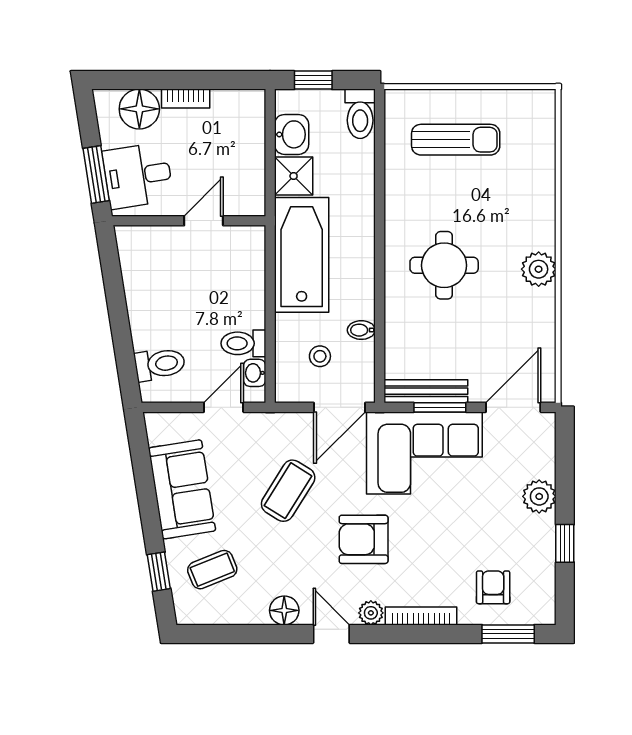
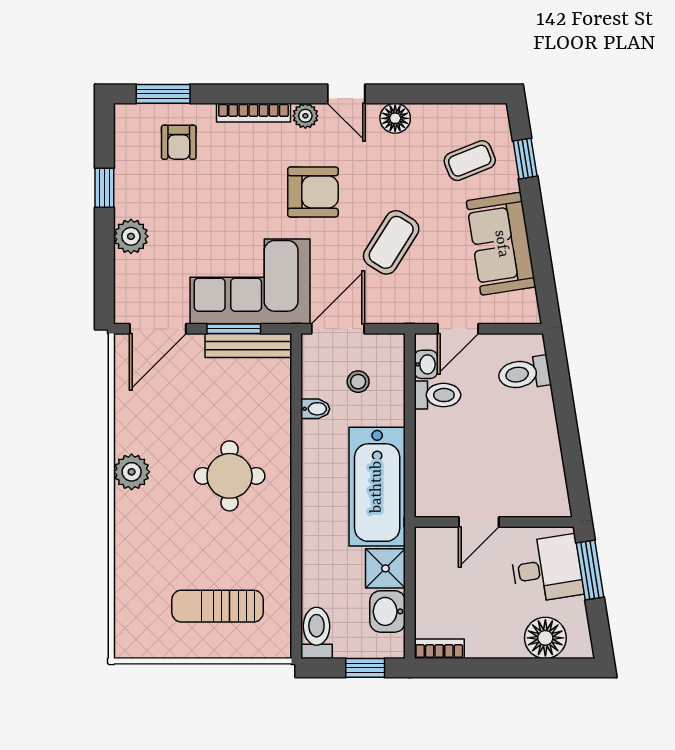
bookcase: (186, 99) -> (439, 649), moved

